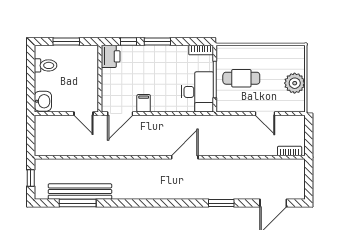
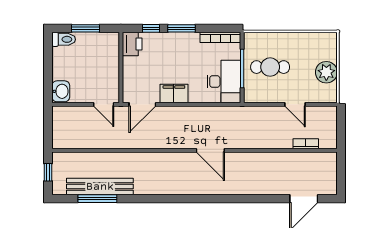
bookcase: (201, 50) -> (220, 37), width x1.56
toilet: (46, 65) -> (64, 39), moved
filing cabinet: (144, 103) -> (174, 93), width x2.00
bookcase: (290, 151) -> (306, 144), moved
door: (185, 157) -> (210, 150), swing flipped
window: (221, 203) -> (249, 199), removed

